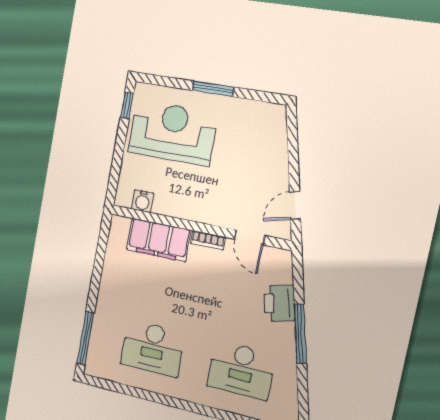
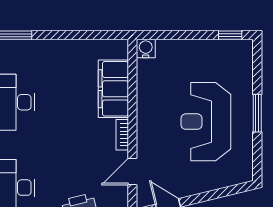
reception desk: (172, 133) -> (206, 122), moved, turned 180
water cooler: (143, 201) -> (146, 49), moved, turned 90

